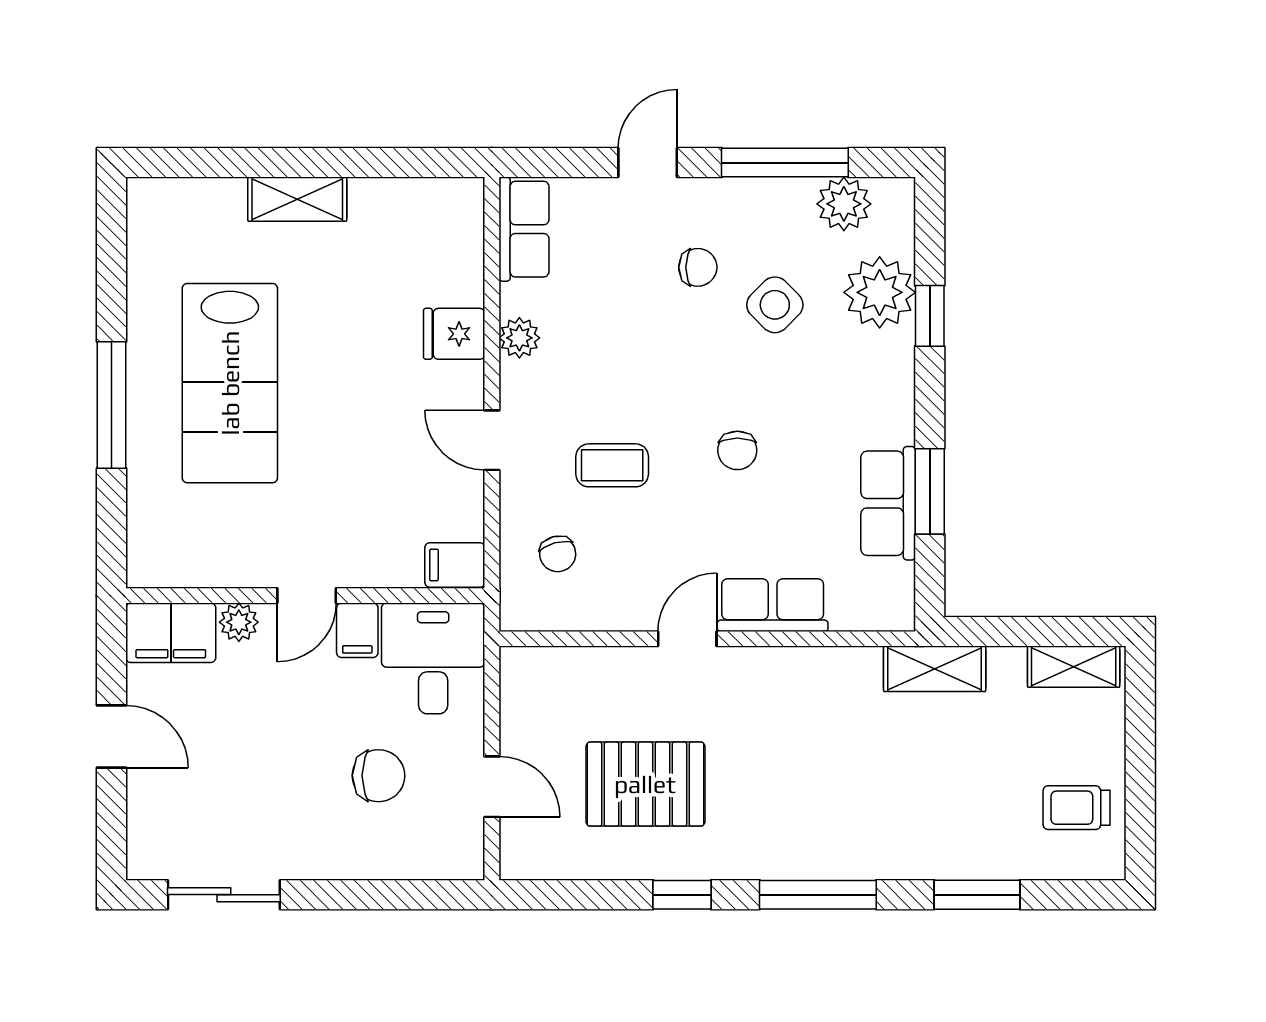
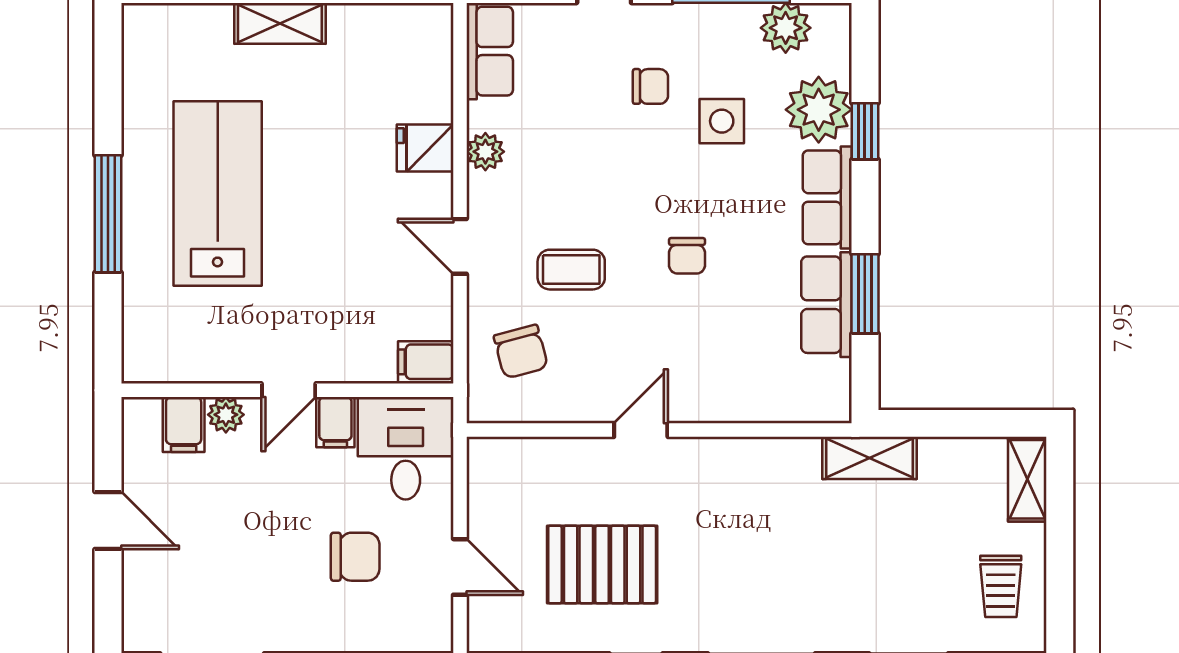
side table: (775, 305) -> (722, 121), turned 45
lab bench: (230, 383) -> (218, 194), turned 180
chair: (558, 554) -> (521, 352), width x1.37, depth x1.37
row of seats: (773, 605) -> (827, 197), moved, turned -90
filing cabinet: (171, 633) -> (184, 424), width x0.50
shelving: (1074, 667) -> (1027, 479), moved, turned 90
trolley: (1077, 808) -> (1001, 586), turned -90

